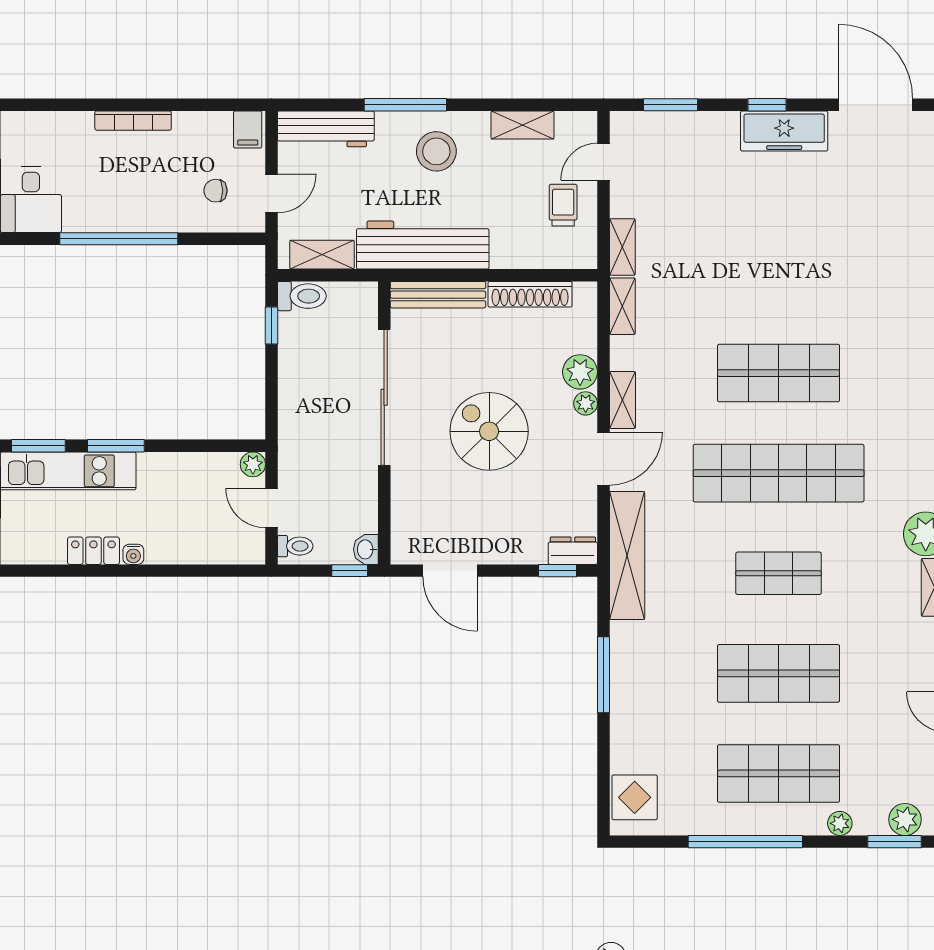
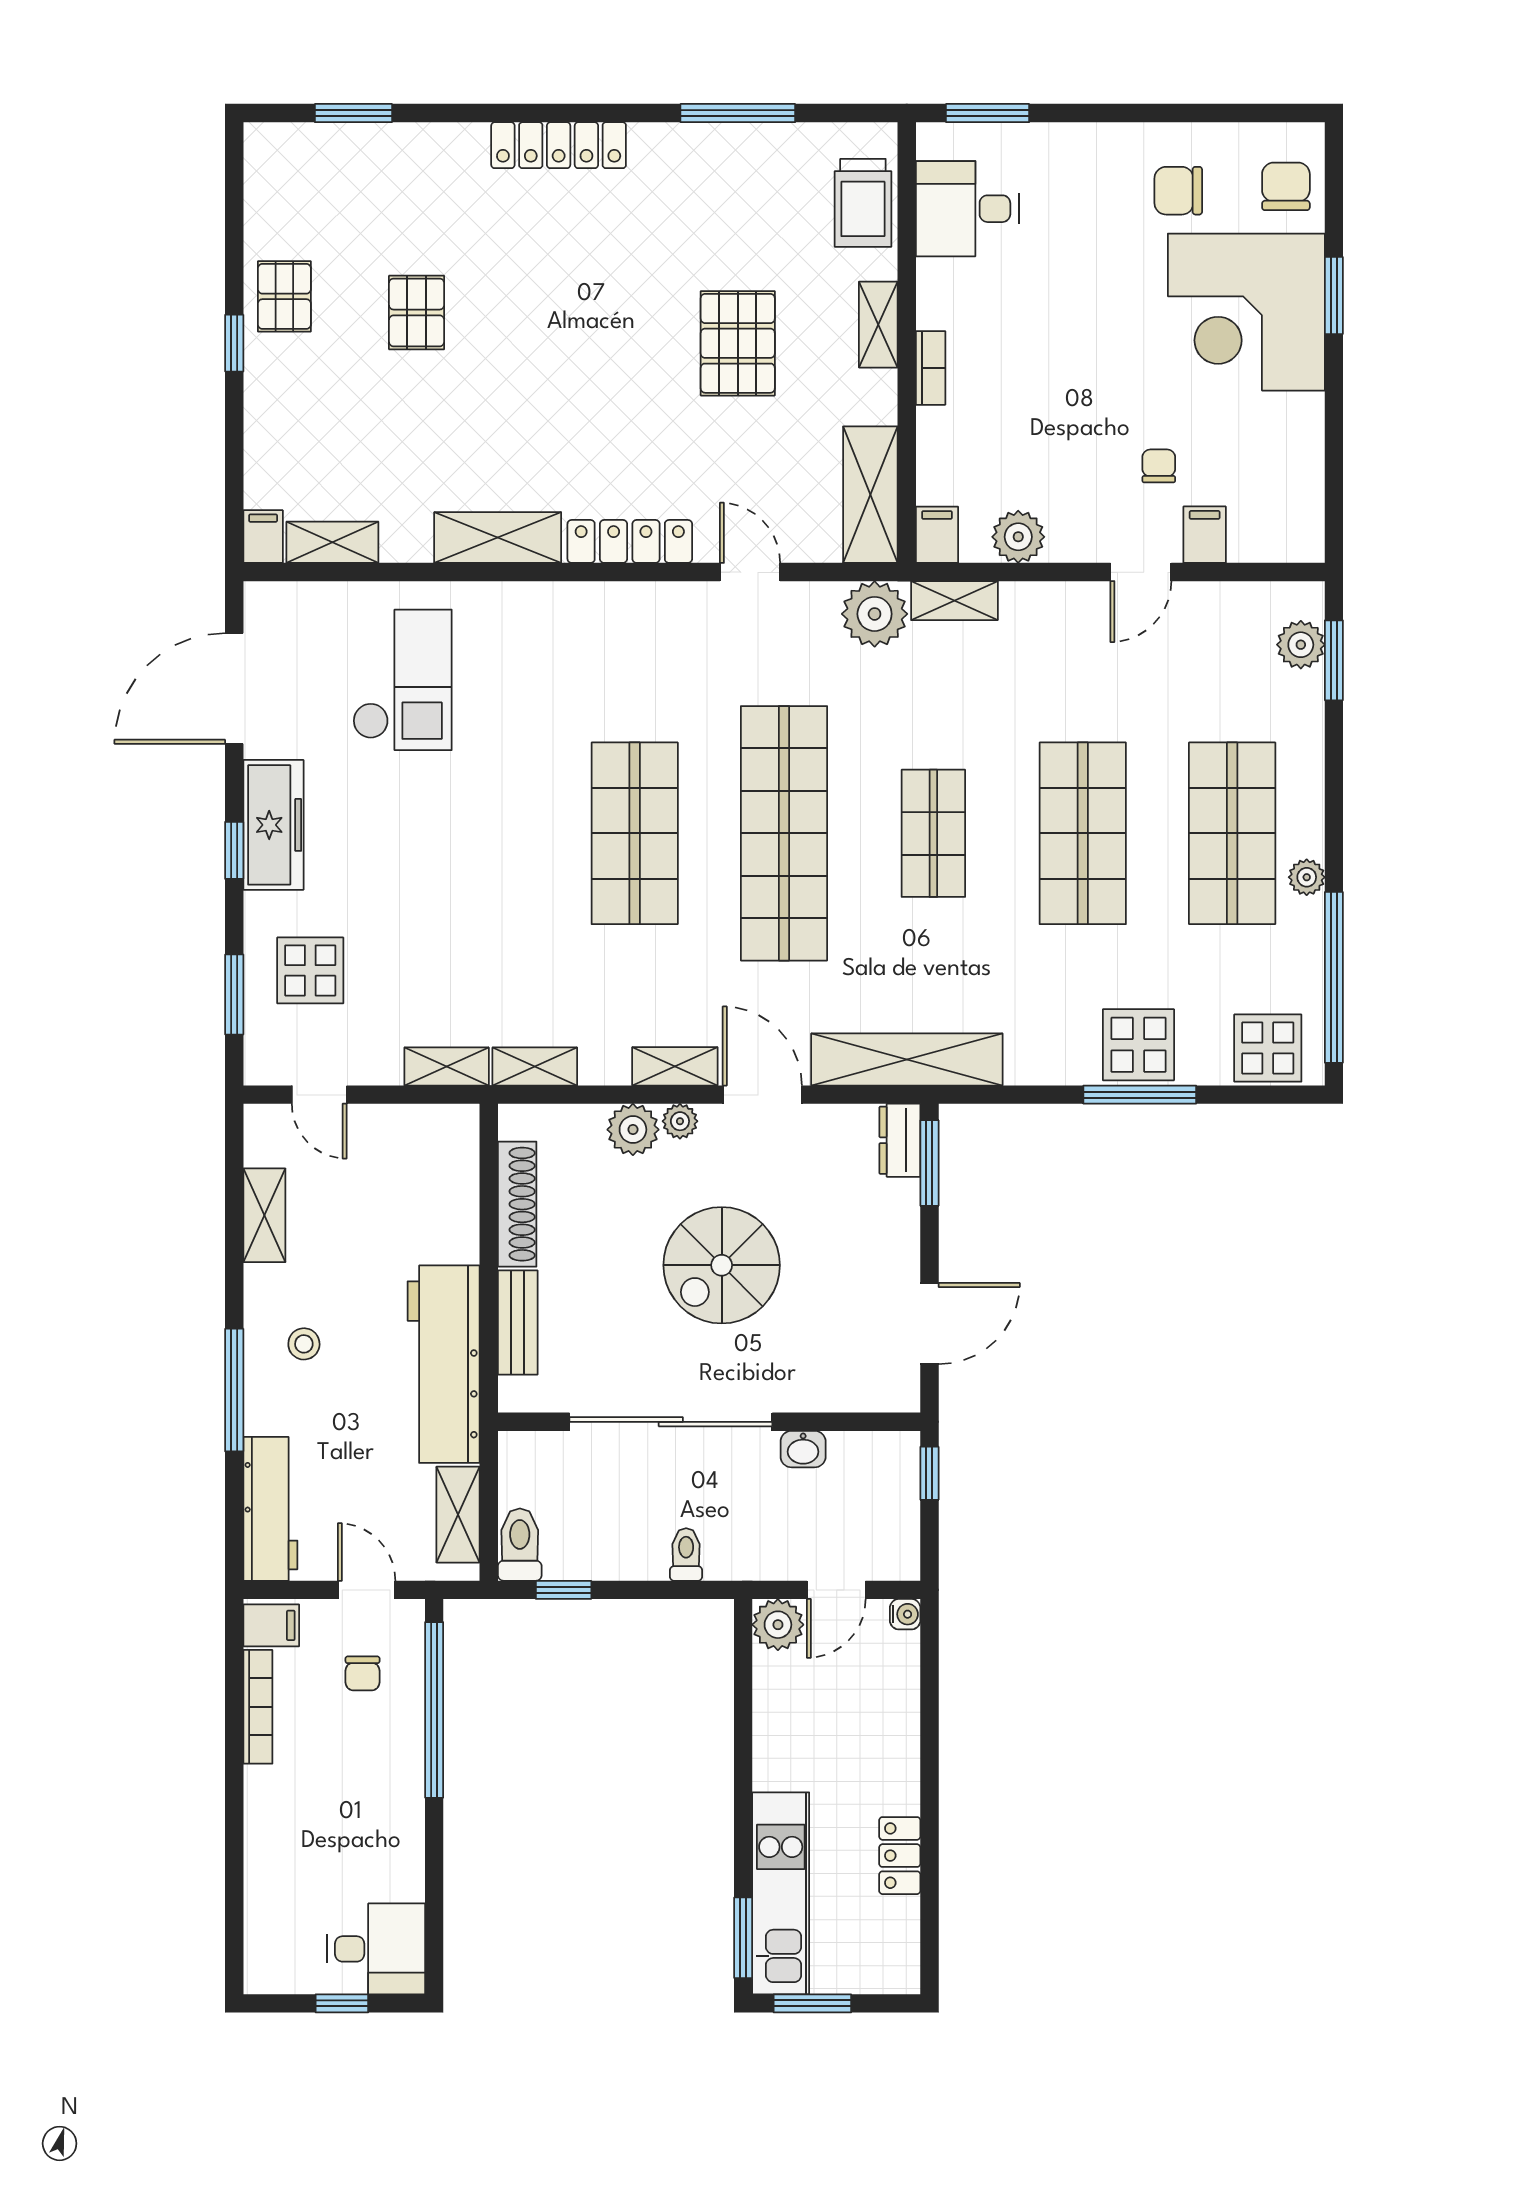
bookcase: (133, 121) -> (258, 1707), moved
stool: (436, 151) -> (304, 1344), width x0.53, depth x0.53
display table: (687, 156) -> (310, 970), added
trolley: (563, 205) -> (384, 1155), removed
checkout: (881, 217) -> (402, 680), added
window: (119, 239) -> (434, 1710), moved
bench: (438, 295) -> (518, 1323), width x0.73
window: (116, 446) -> (743, 1822), removed
plant: (253, 464) -> (778, 1625), width x1.38, depth x1.38
toilet: (295, 546) -> (686, 1555), moved
washbasin: (366, 549) -> (803, 1449), moved
water cooler: (133, 554) -> (905, 1614), moved
window: (558, 571) -> (929, 1163), width x1.50
window: (603, 675) -> (1140, 1095), moved
display table: (637, 711) -> (1138, 1045), added
plant: (840, 823) -> (1307, 877), moved
window: (745, 842) -> (1334, 977), moved

